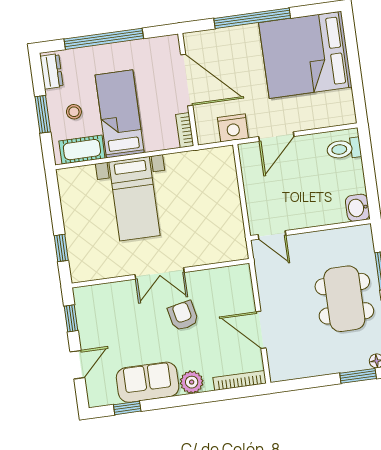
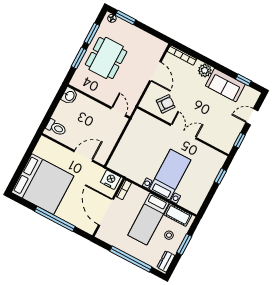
nightstand: (233, 128) -> (110, 180), moved
armchair: (183, 316) -> (166, 104), moved, turned -131

